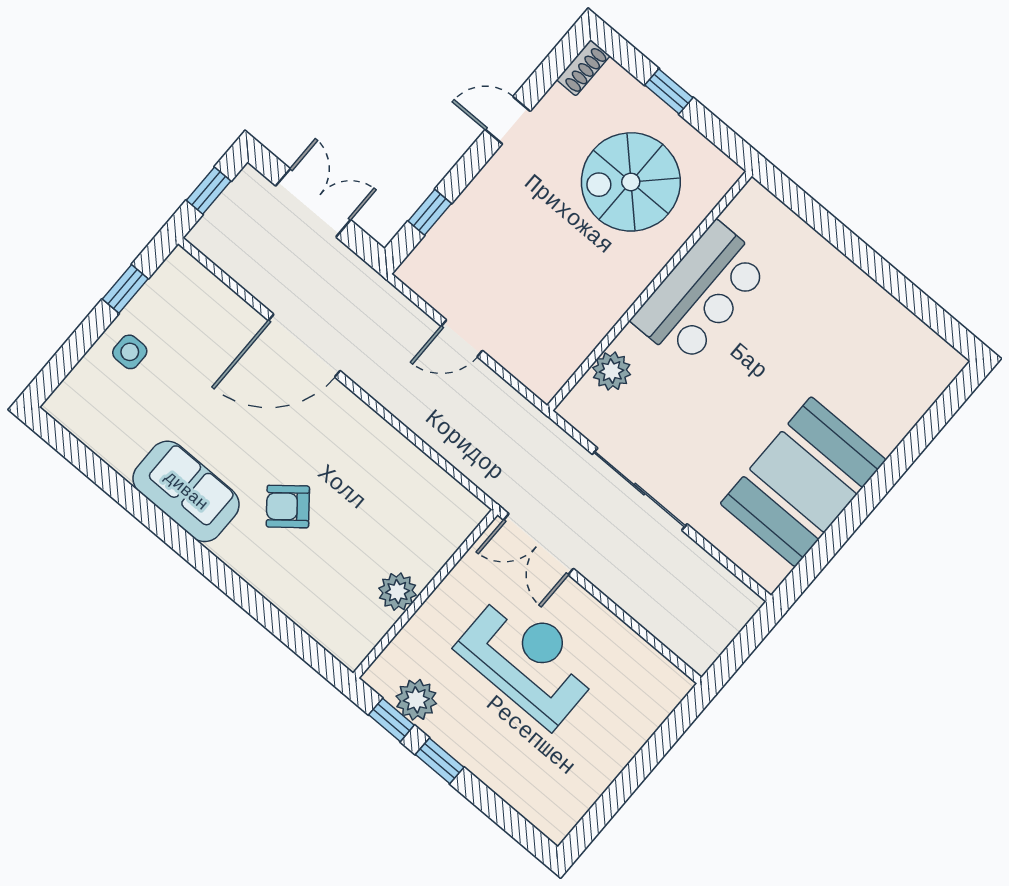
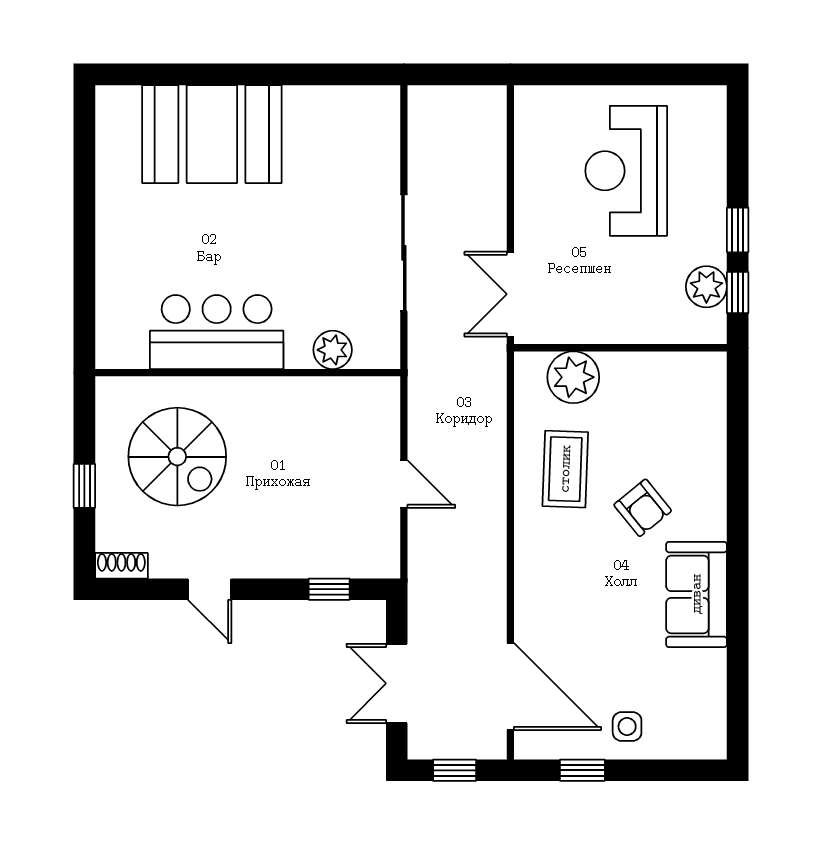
door: (304, 346) -> (510, 687), moved
coffee table: (368, 472) -> (565, 469), added
booth: (803, 482) -> (212, 134), moved
double door: (538, 544) -> (510, 294), swing flipped
plant: (397, 592) -> (573, 377), moved, width x1.36, depth x1.36
reception desk: (528, 659) -> (626, 171), moved

